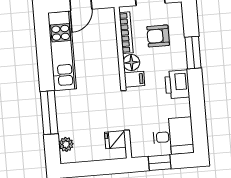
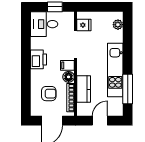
kitchen counter: (108, 47) -> (84, 89), added
kitchen unit: (62, 51) -> (115, 70), moved
window: (193, 53) -> (26, 80), removed
window: (49, 113) -> (128, 89), moved

